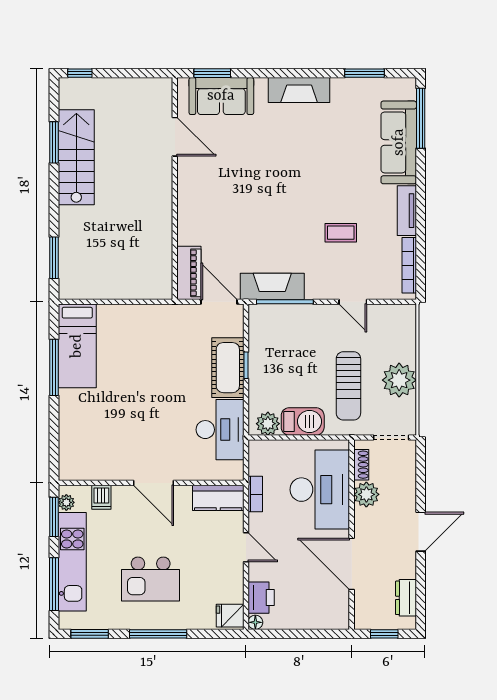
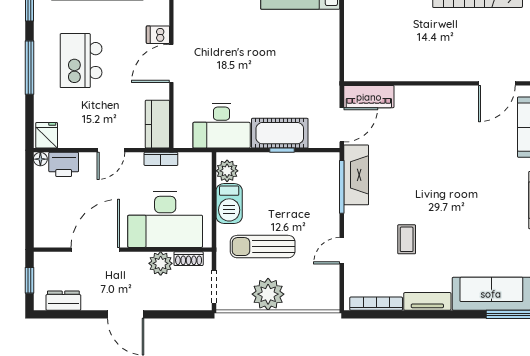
dishwasher: (101, 497) -> (158, 35), moved

